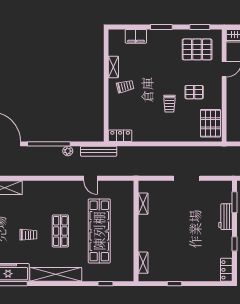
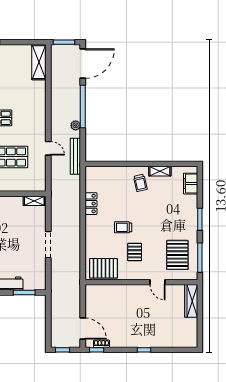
window: (200, 27) -> (200, 258), width x1.44
filing cabinet: (136, 36) -> (191, 184), moved
locker: (120, 136) -> (91, 204), moved
door: (91, 178) -> (48, 148), swing flipped
shelving: (143, 204) -> (34, 201), moved

